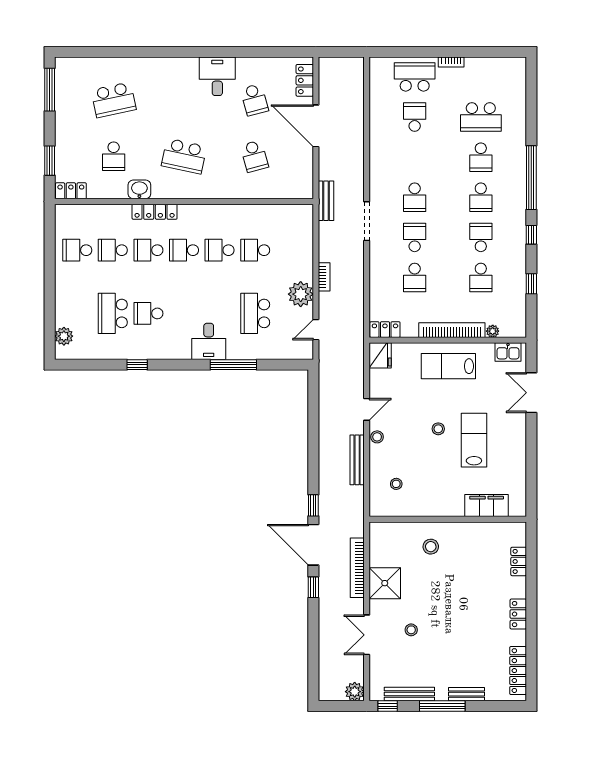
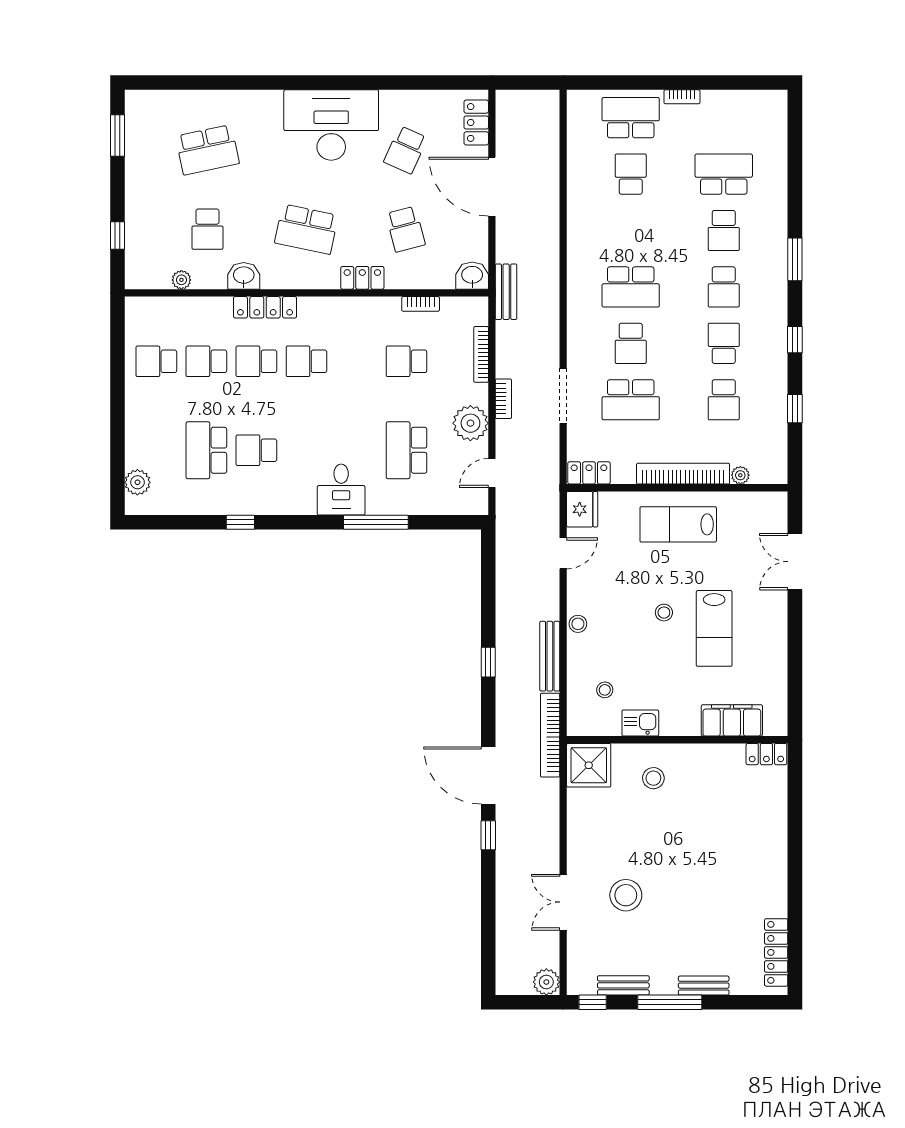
desk: (217, 76) -> (331, 125), width x1.87, depth x1.30
window: (50, 90) -> (118, 135), width x0.69
school desk: (254, 100) -> (405, 150), turned 39
school desk: (481, 117) -> (724, 174), turned 180
window: (50, 161) -> (118, 235), width x0.67
window: (531, 178) -> (795, 259), width x0.47
washbasin: (302, 189) -> (472, 276), added
locker: (71, 191) -> (362, 278), moved
plant: (95, 192) -> (181, 280), added
school desk: (415, 197) -> (631, 287), width x1.85
bookcase: (265, 209) -> (421, 304), added
doorway: (367, 221) -> (563, 396), moved
school desk: (415, 237) -> (631, 343), turned 180
bookcase: (308, 245) -> (481, 354), added
school desk: (220, 250) -> (356, 361), removed
school desk: (415, 278) -> (631, 400), width x1.85
kitchen sink: (508, 352) -> (640, 723), moved, turned 180
door: (367, 409) -> (563, 553), moved
lab bench: (474, 440) -> (714, 628), turned 180
window: (313, 505) -> (488, 662), moved
locker: (519, 561) -> (766, 754), moved, turned -90
bookcase: (357, 568) -> (550, 735), moved
shower: (385, 583) -> (589, 765), moved
locker: (518, 614) -> (776, 873), removed
stool: (411, 630) -> (626, 895), width x1.89, depth x1.89
bench: (409, 694) -> (623, 985), width x0.73

